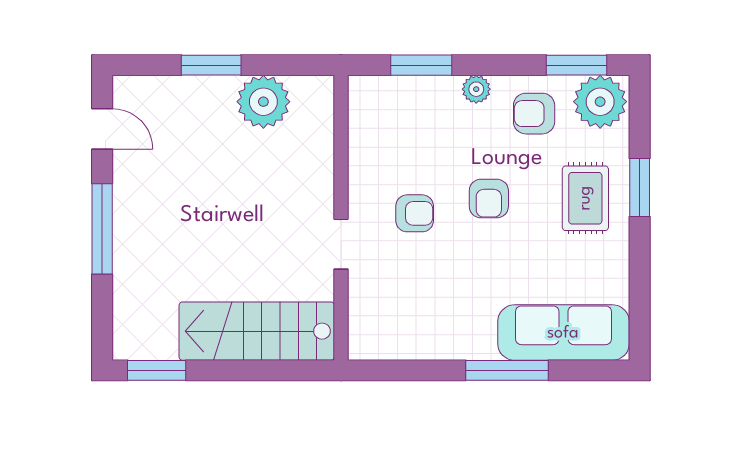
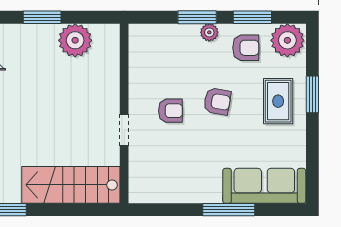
window: (421, 65) -> (197, 17), moved
window: (576, 65) -> (252, 17), moved
armchair: (534, 114) -> (246, 48), turned 180
armchair: (489, 199) -> (217, 101), turned -80

